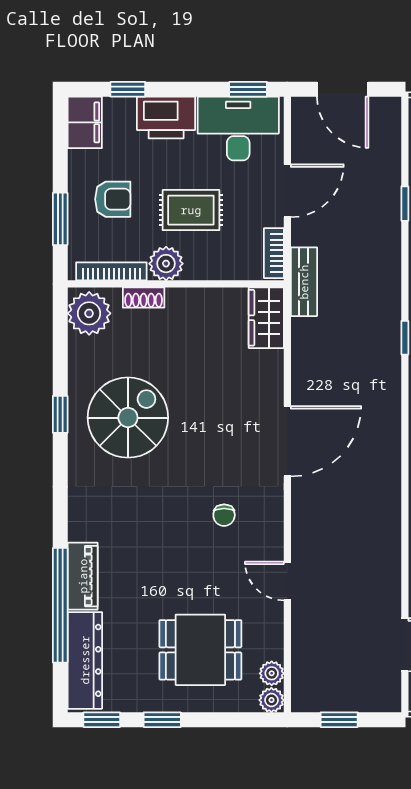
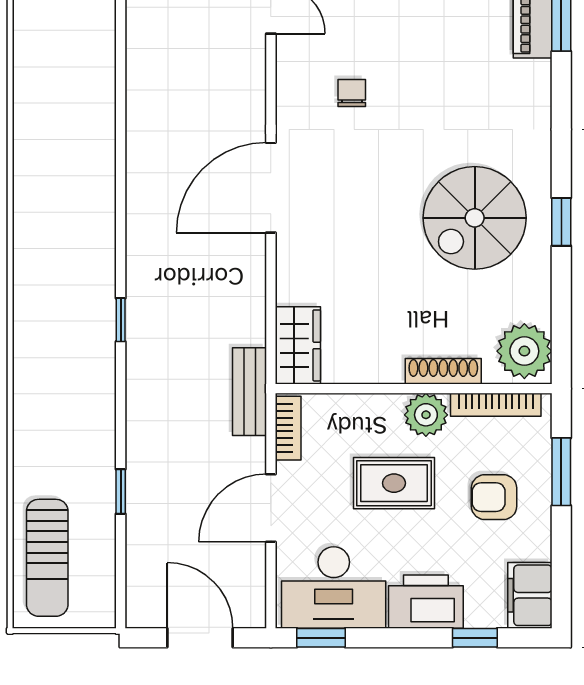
shoe rack: (144, 298) -> (443, 371), width x1.43

